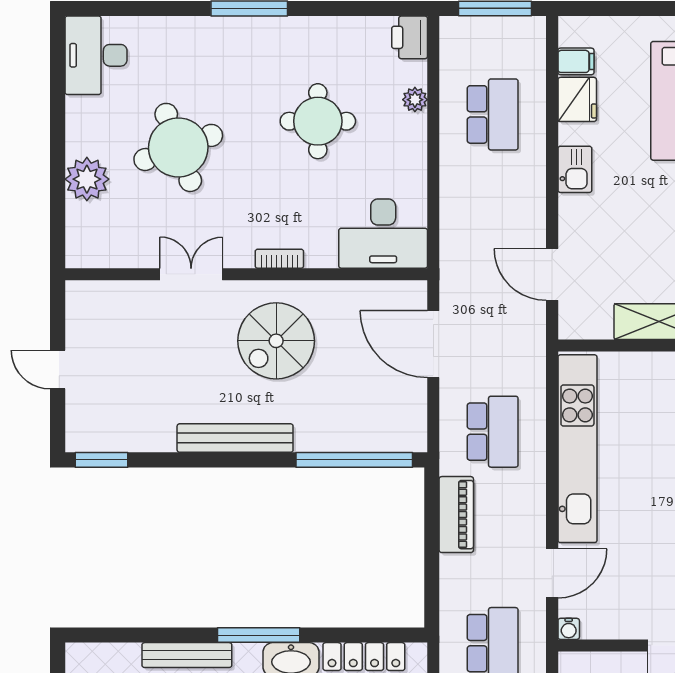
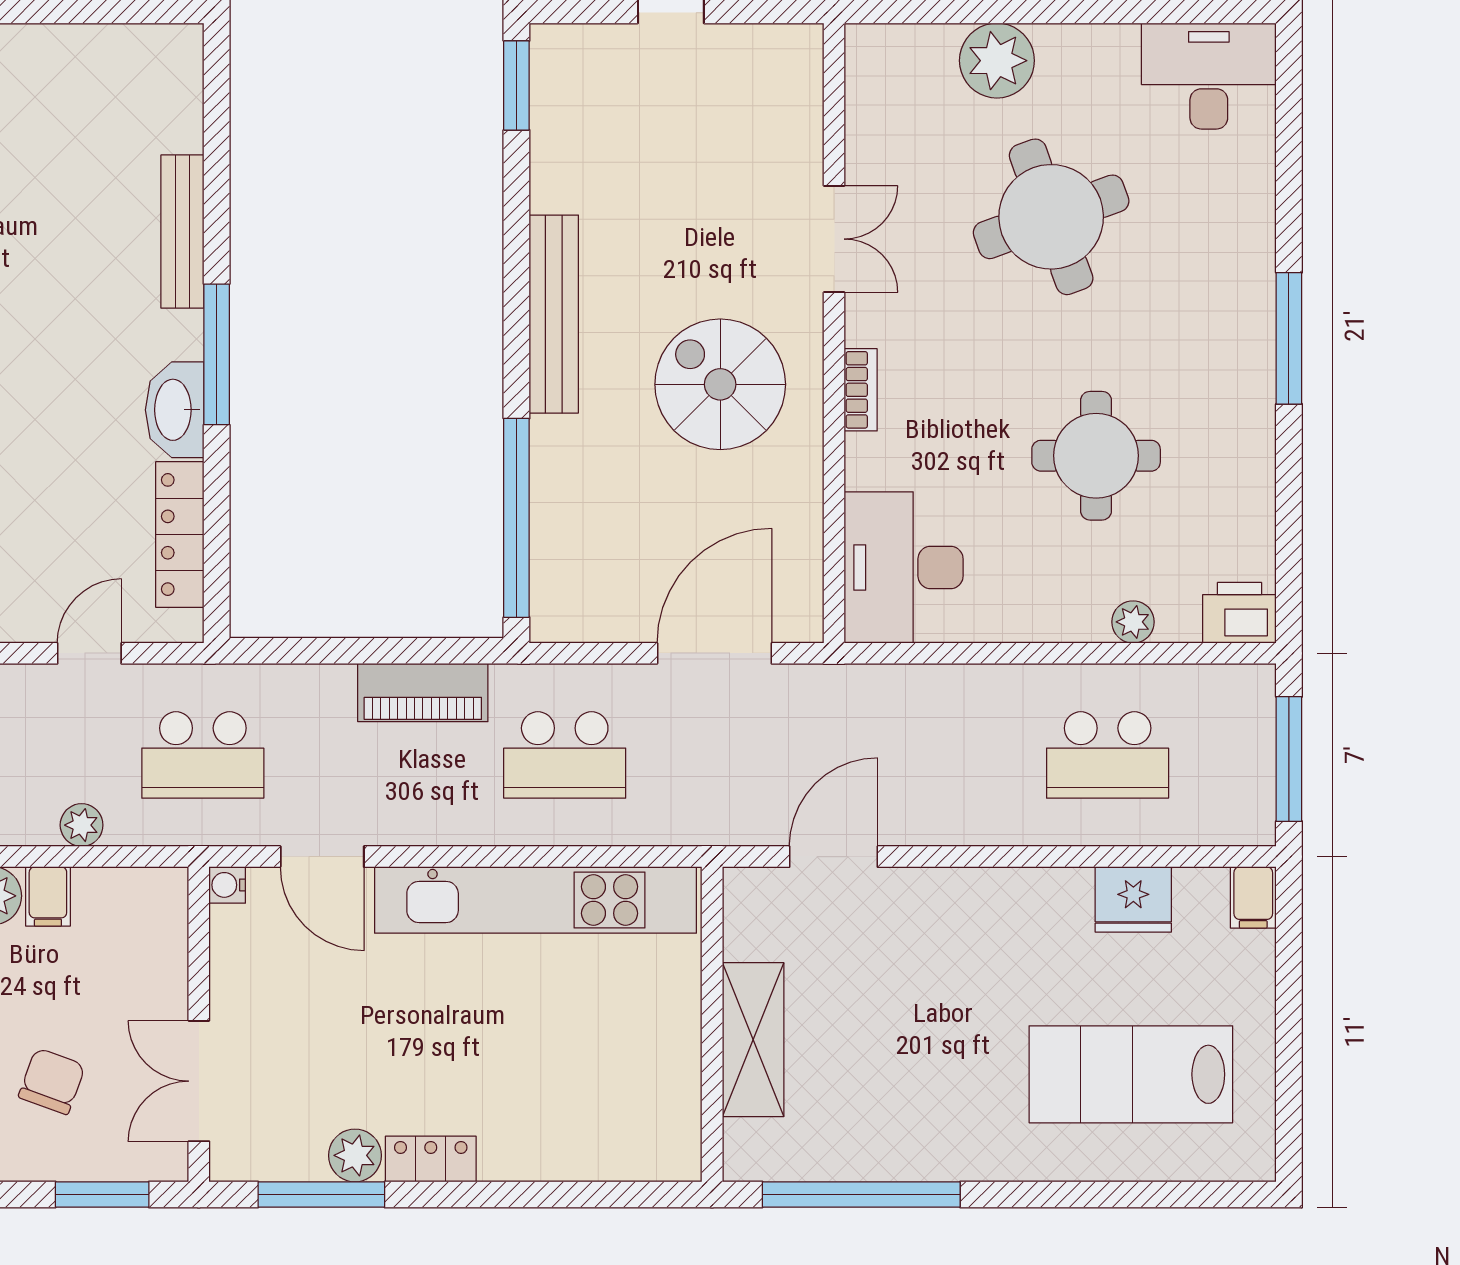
filing cabinet: (576, 61) -> (1253, 897), moved
kitchen sink: (575, 169) -> (1014, 896), removed

